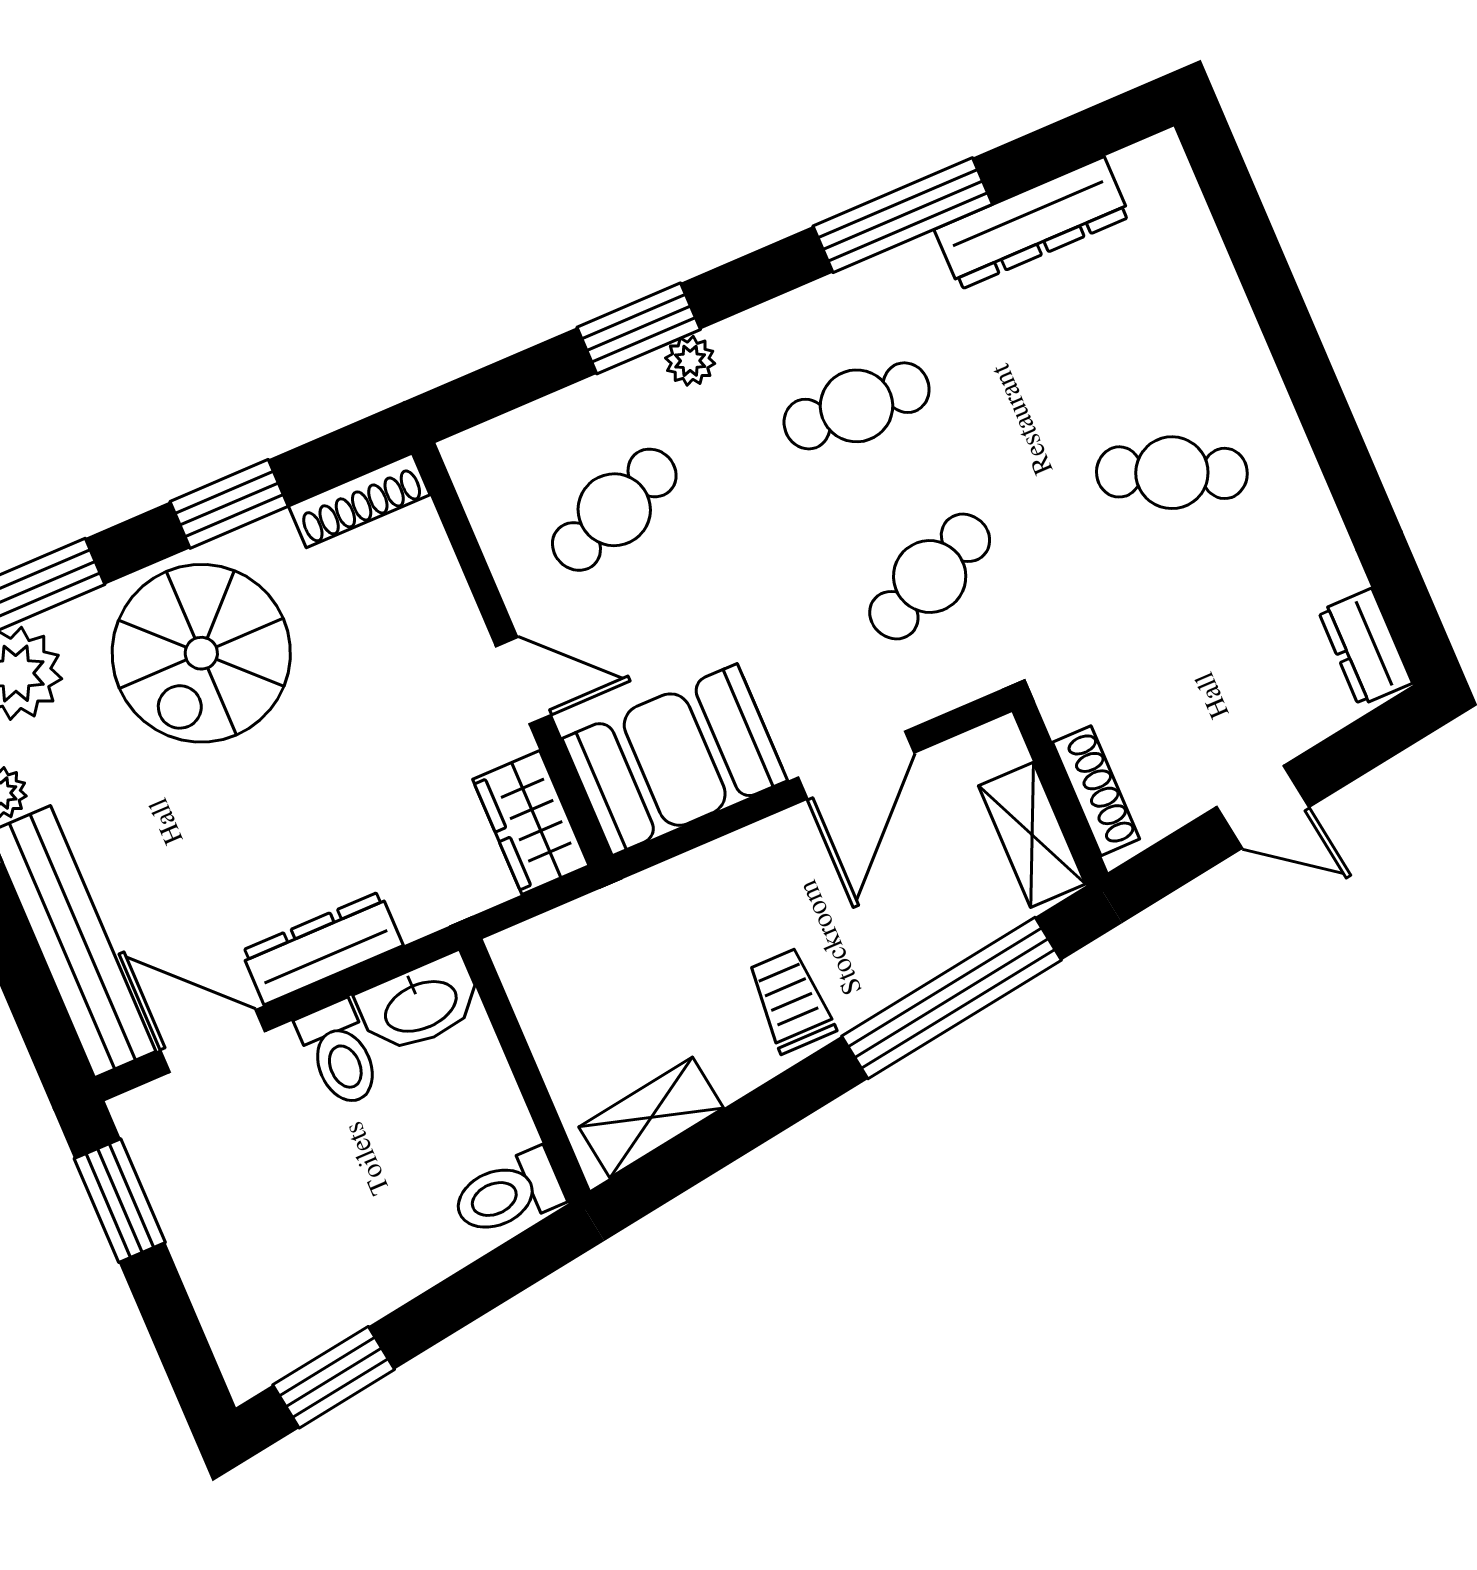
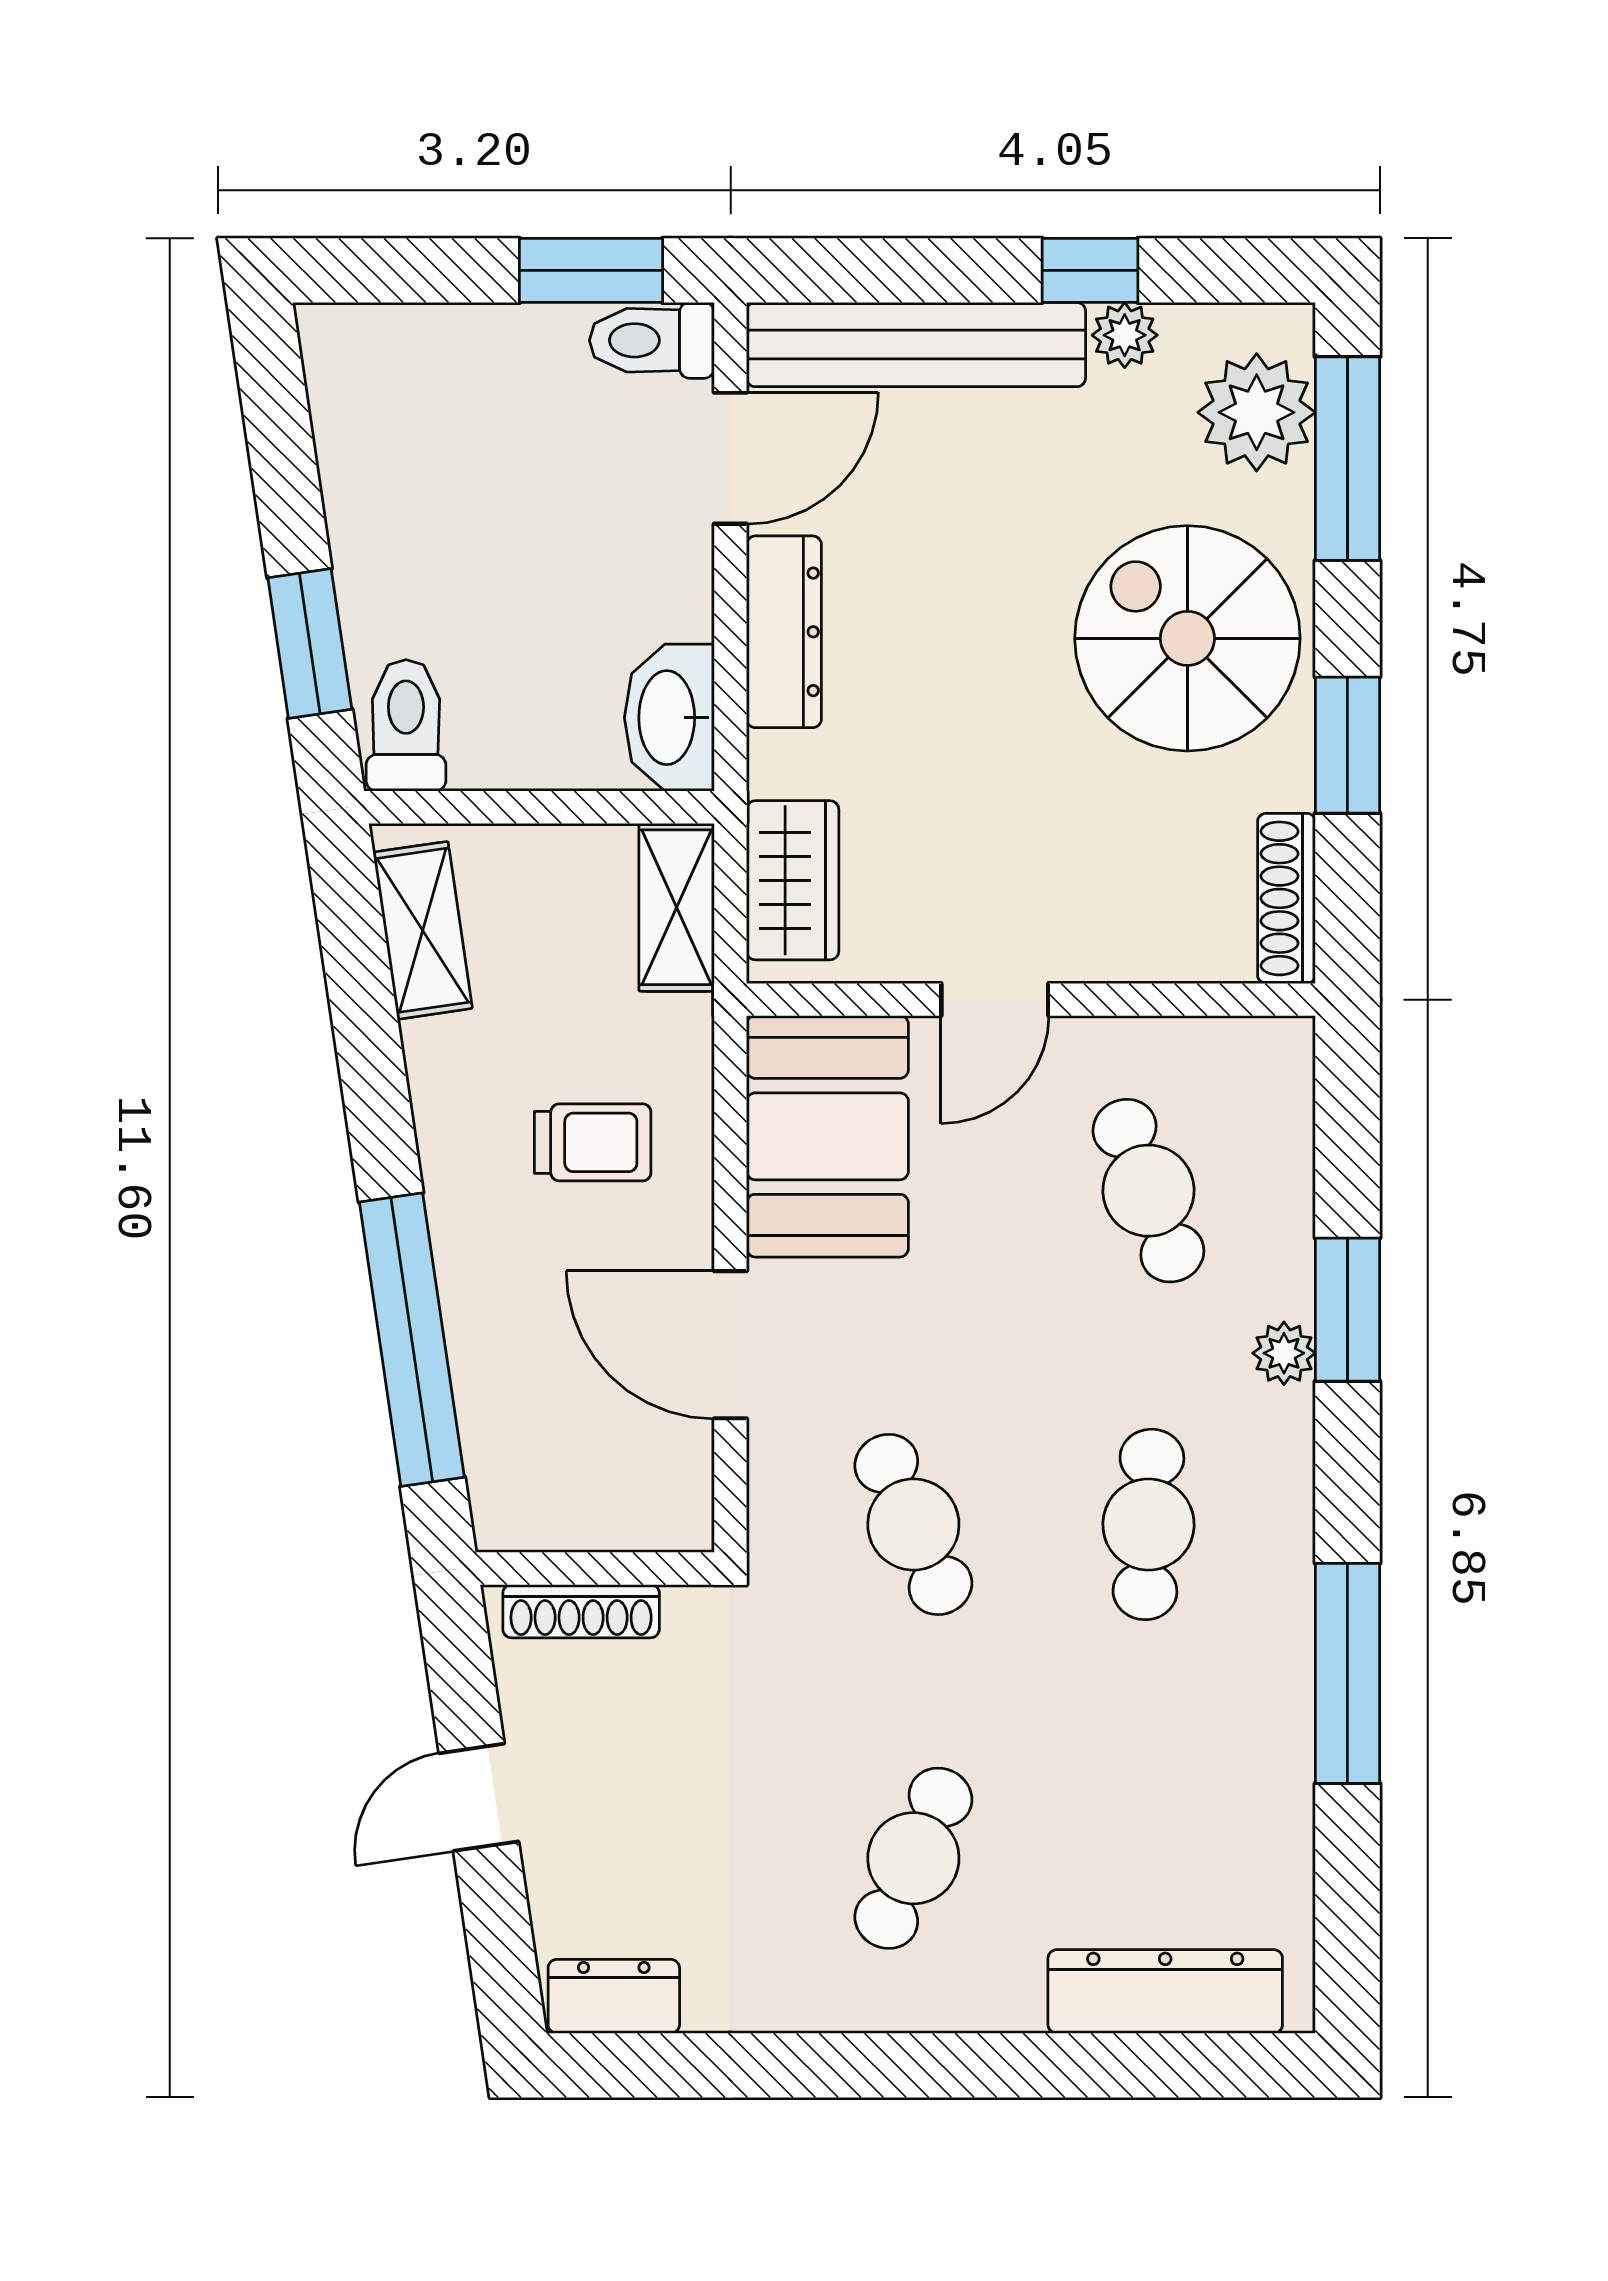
dresser: (1032, 223) -> (1165, 1991), moved, turned 90
wardrobe: (531, 823) -> (793, 880), moved, turned 90
shelving: (1032, 835) -> (677, 907), moved, turned 90
trolley: (791, 1001) -> (593, 1142), moved
toilet: (340, 1054) -> (652, 340), moved
window: (334, 1377) -> (310, 643), moved

